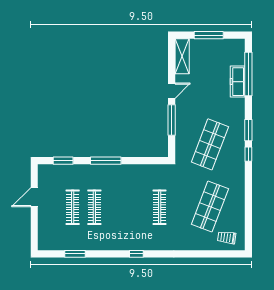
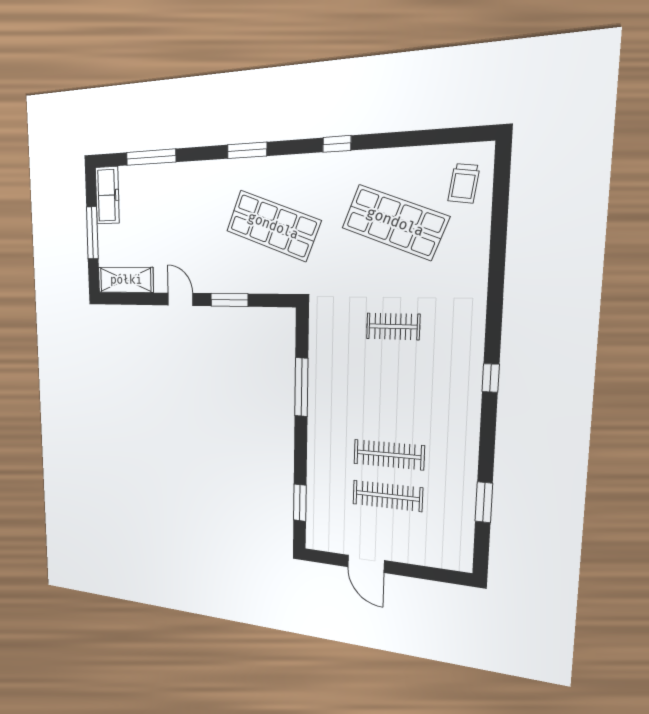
window: (248, 74) -> (151, 157), width x0.68
freezer: (238, 82) -> (107, 195), moved, turned -90
window: (172, 120) -> (229, 300), width x0.69
window: (248, 154) -> (337, 144), moved
window: (106, 161) -> (301, 387), moved
clothes rail: (160, 207) -> (393, 326), width x0.73

